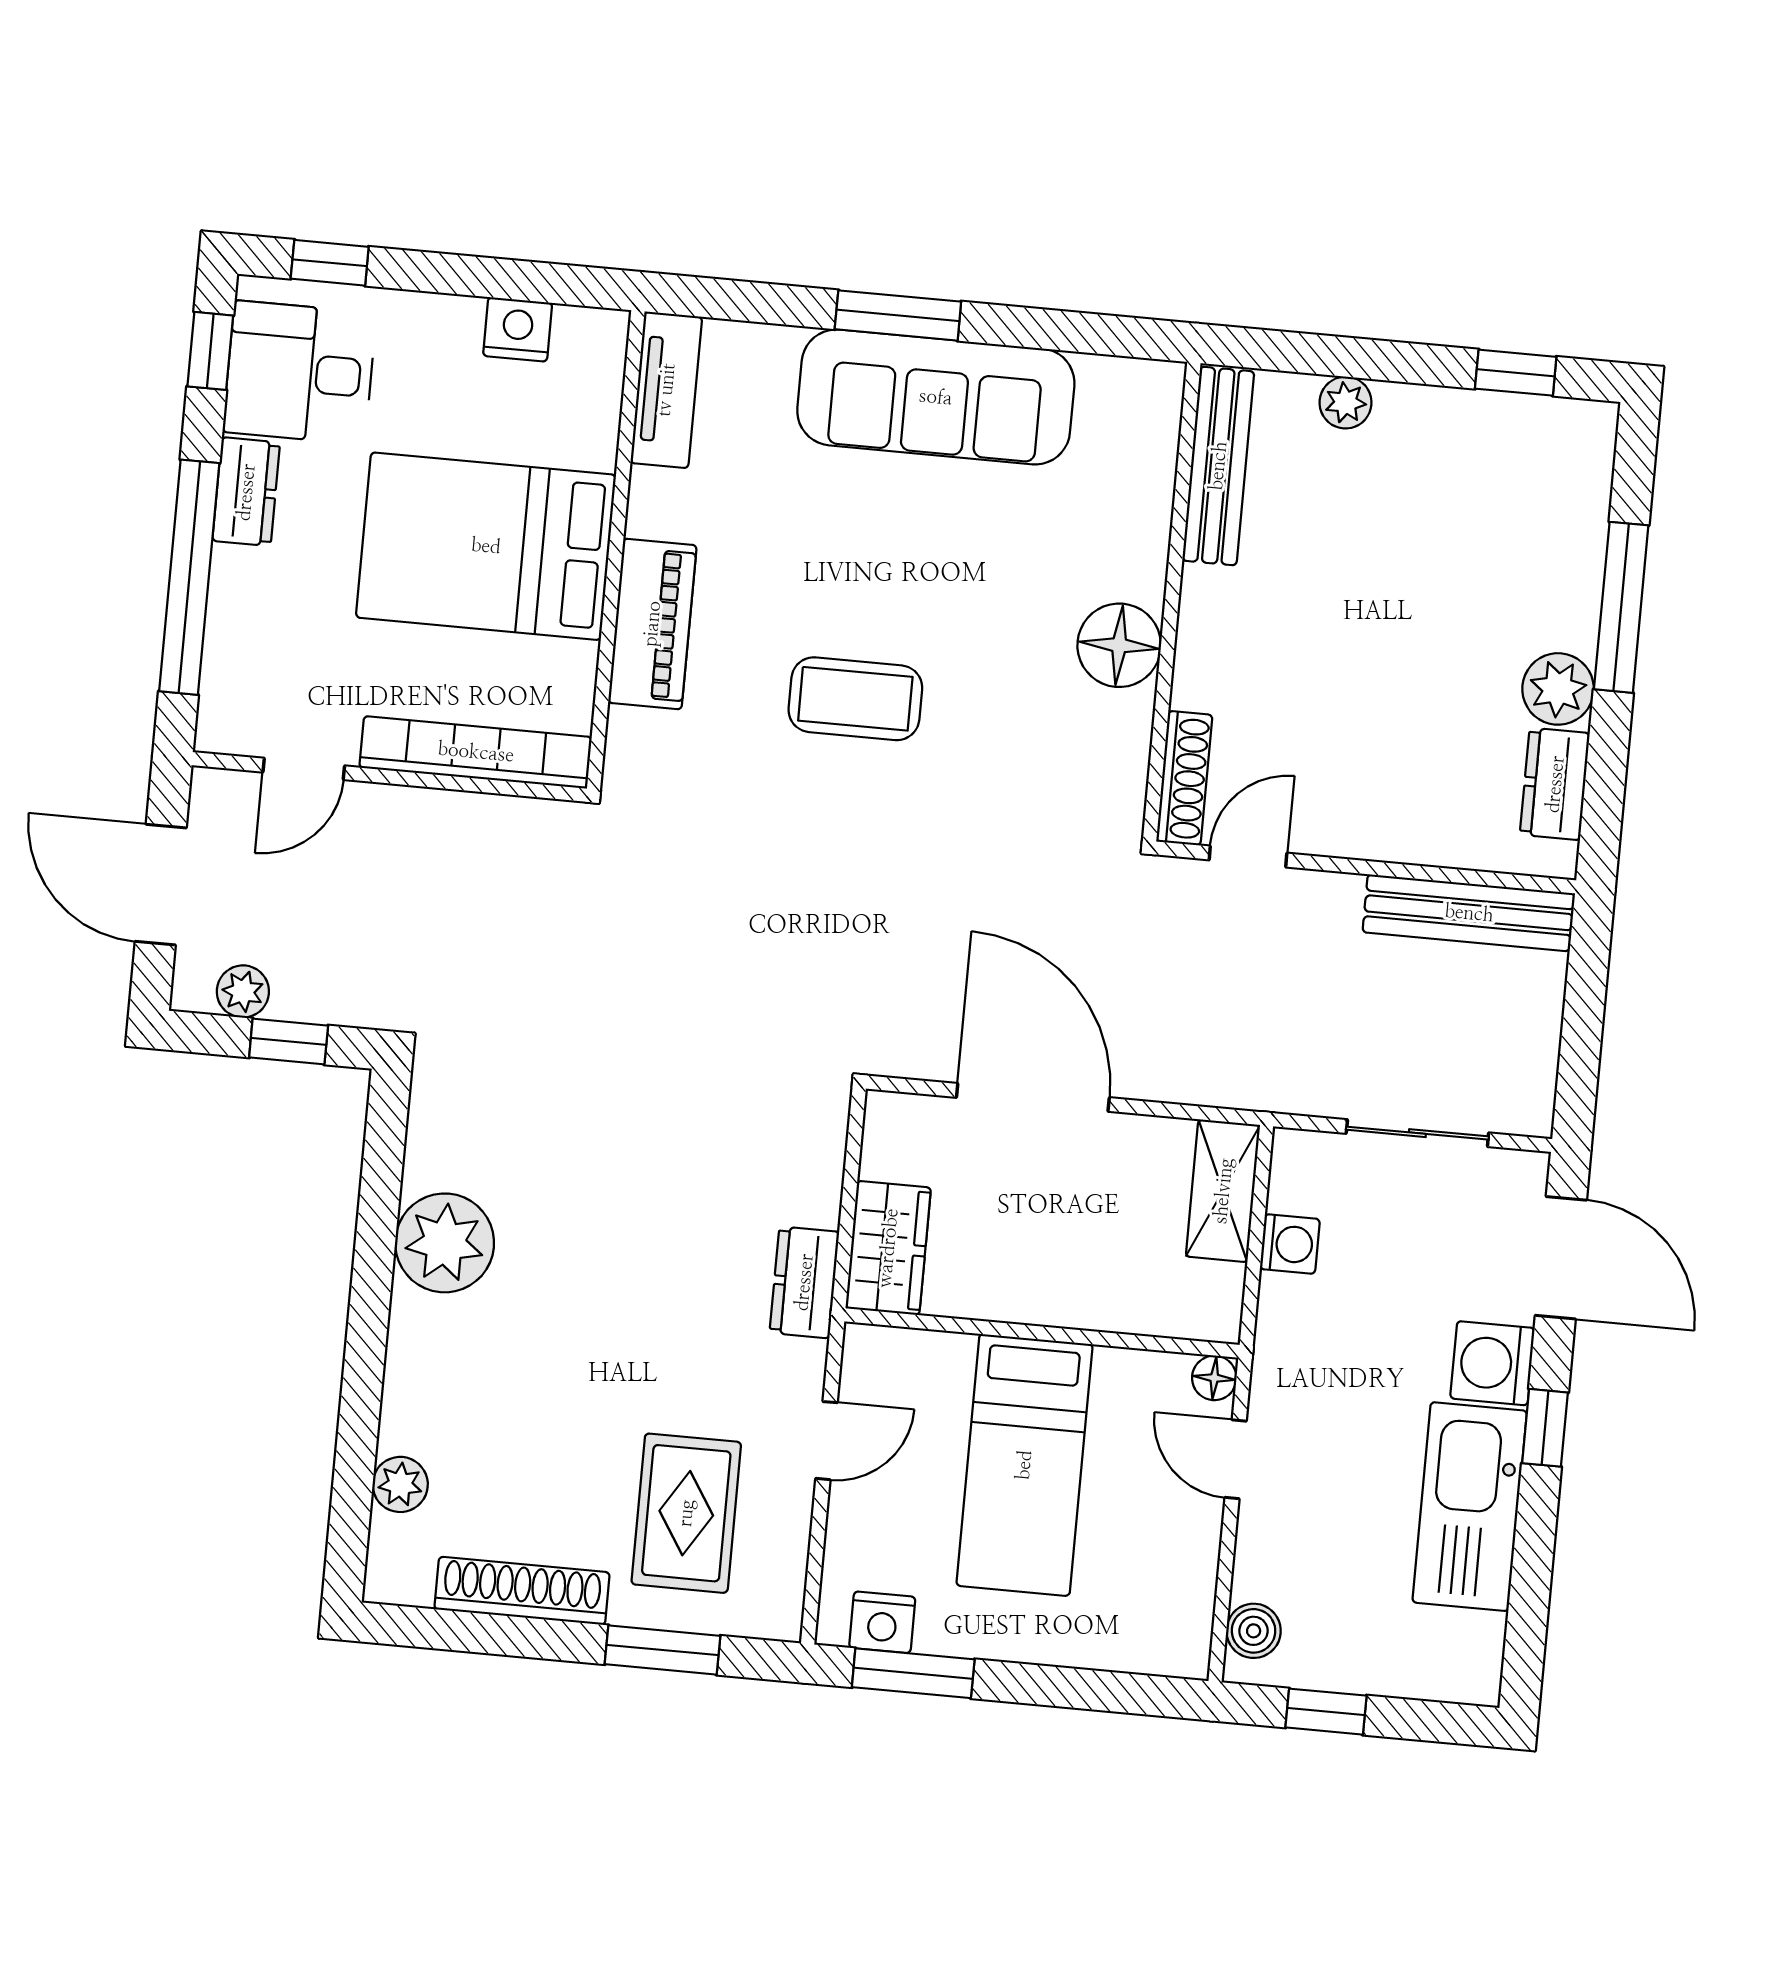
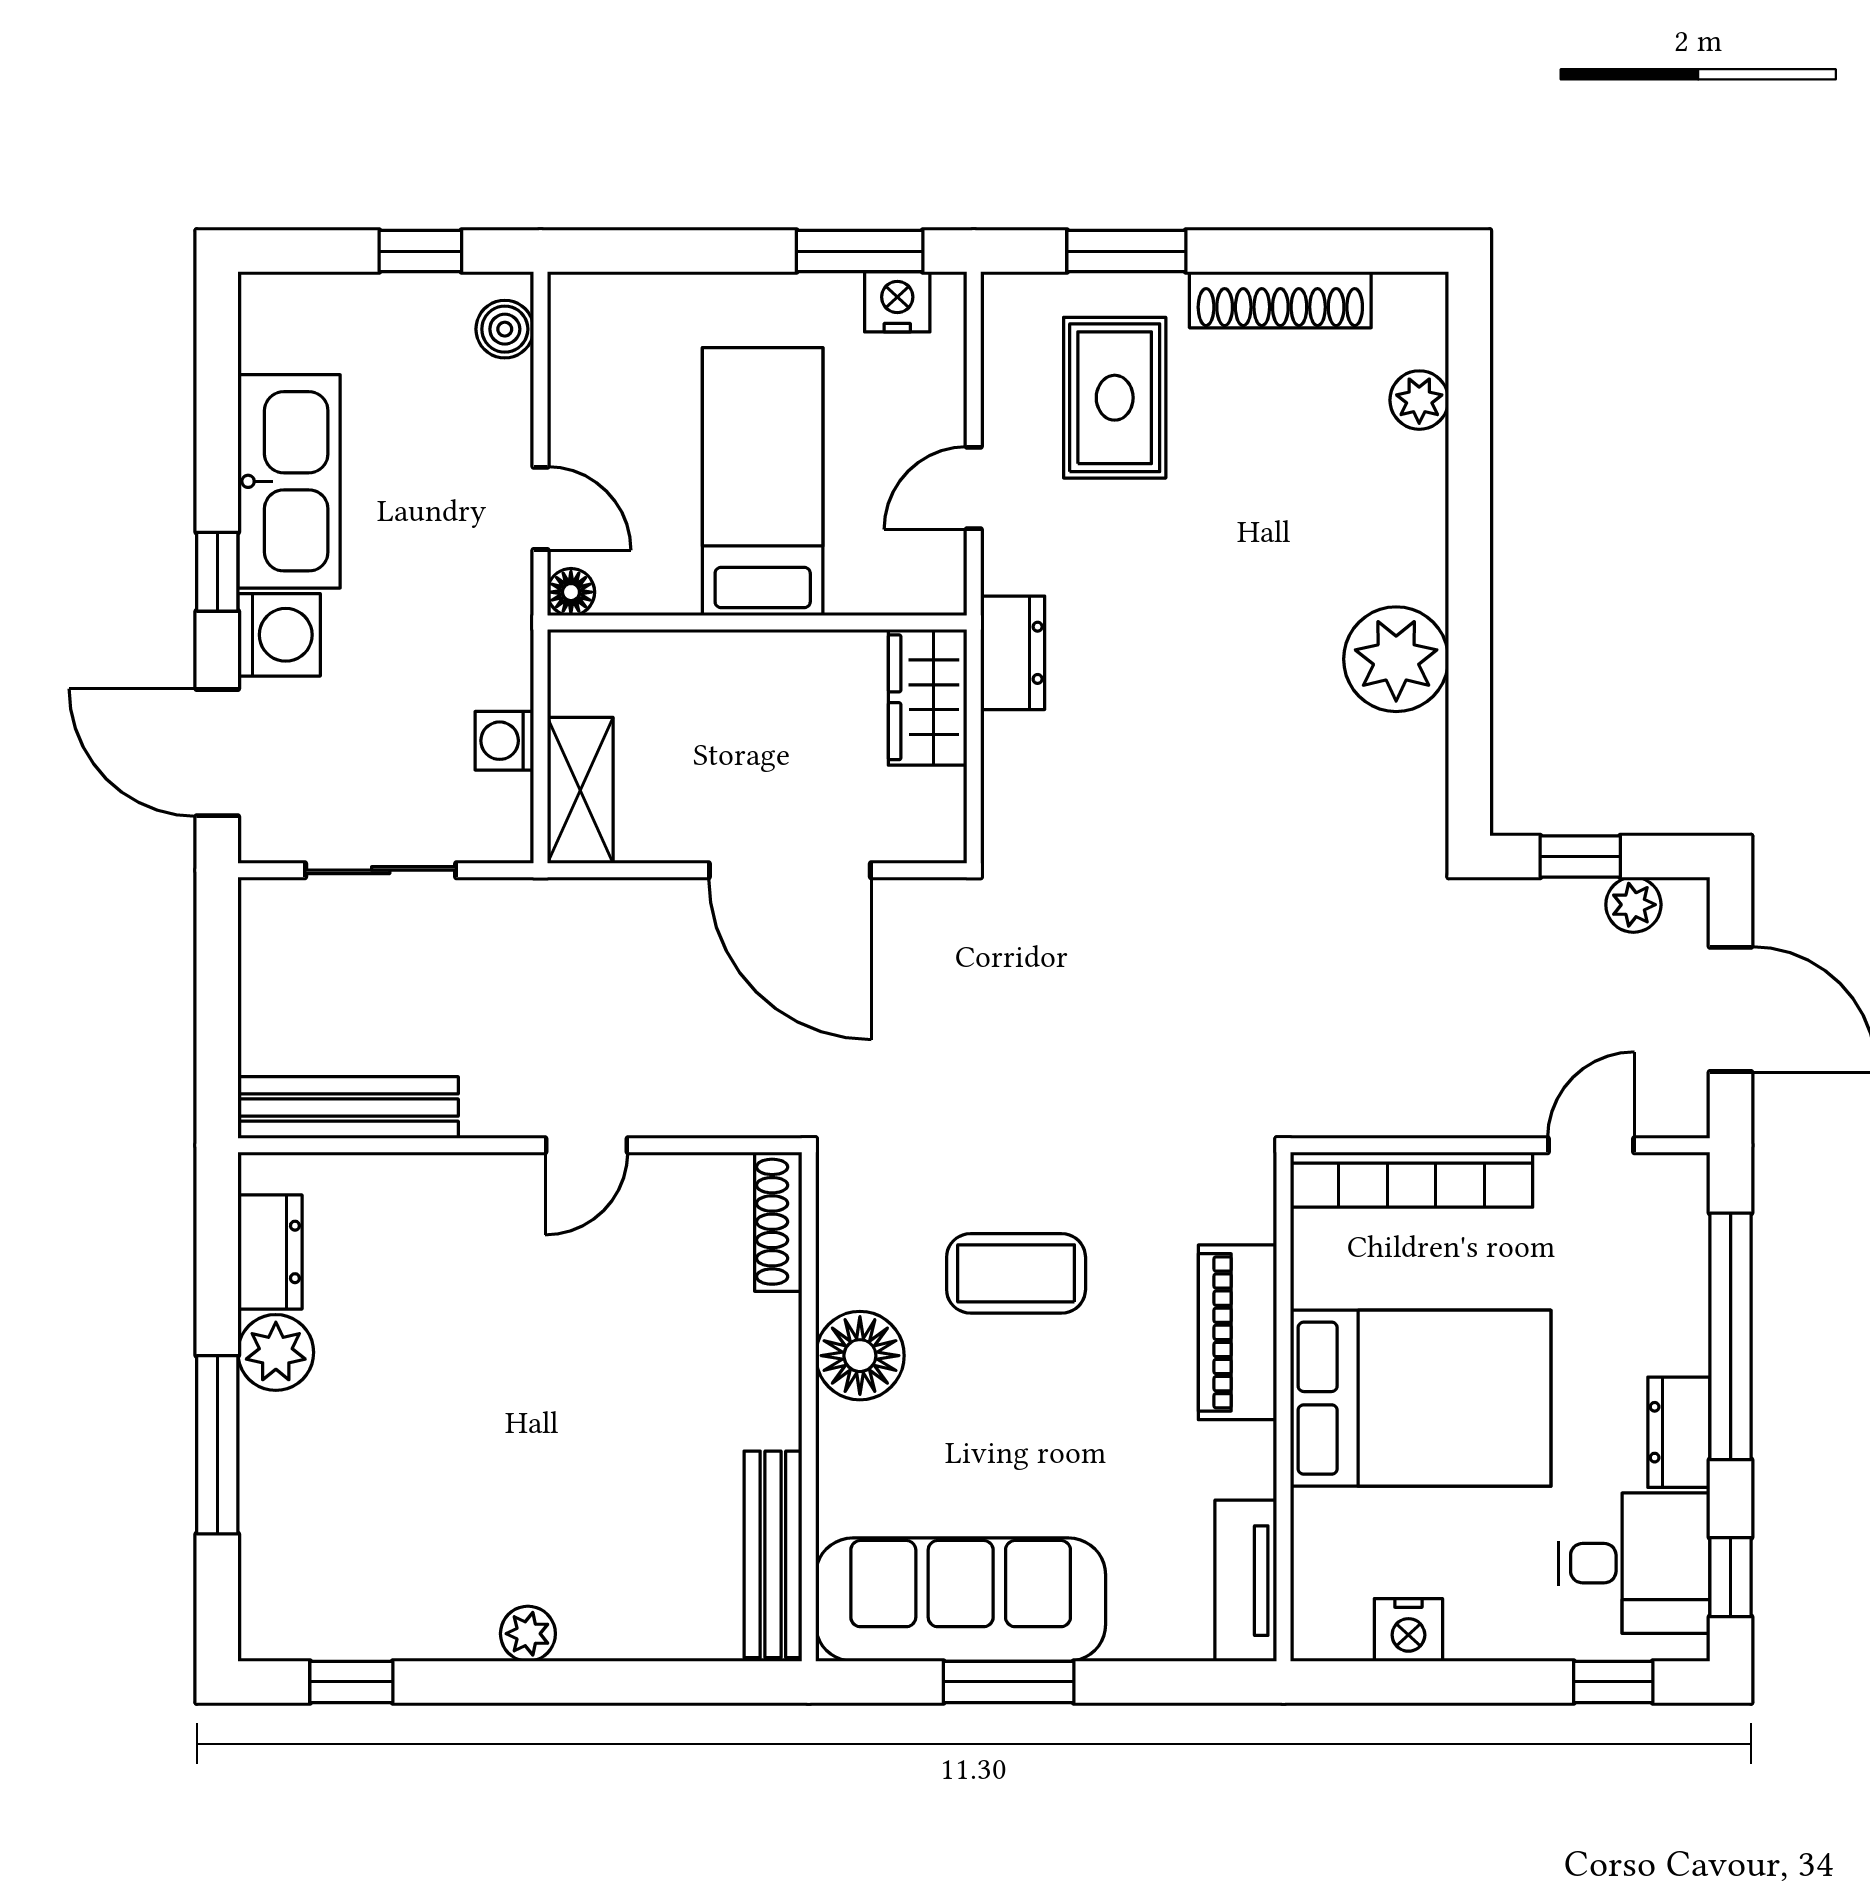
bench: (1218, 466) -> (773, 1554), moved
wall: (1172, 602) -> (809, 1407), moved
floor lamp: (1119, 645) -> (860, 1356), moved
shoe rack: (1184, 778) -> (778, 1222), moved

